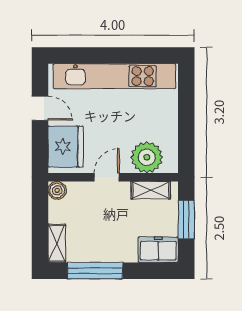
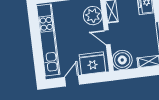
boiler: (57, 190) -> (122, 60), width x1.86, depth x1.86

